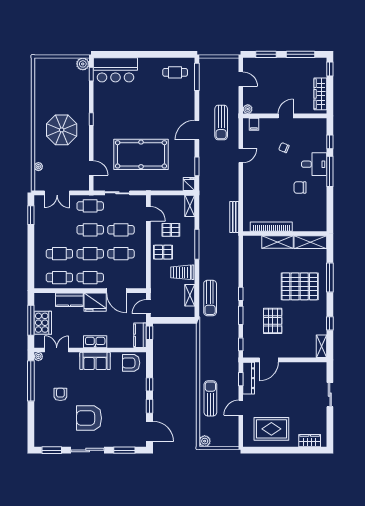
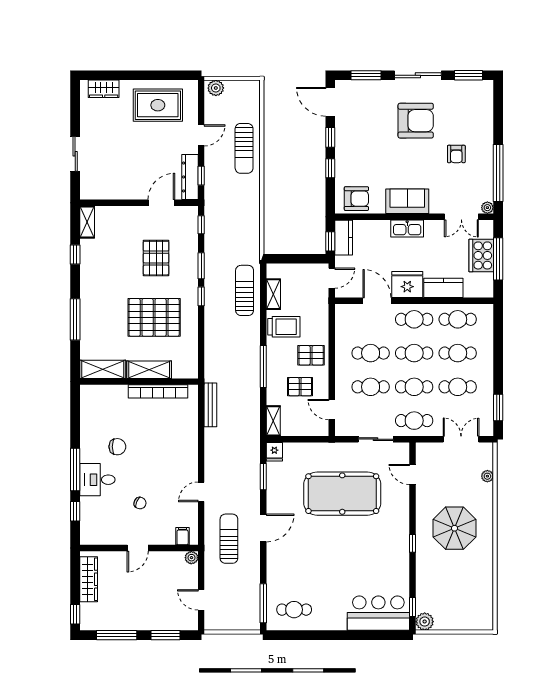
cafe table: (59, 230) -> (458, 387), added
pallet: (300, 286) -> (154, 317), moved
plant: (205, 441) -> (216, 88), moved

